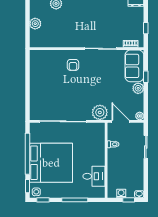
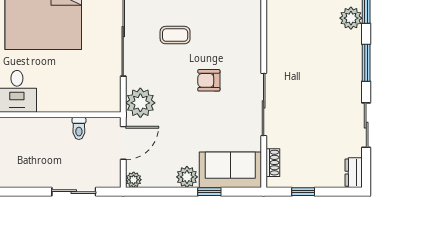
armchair: (73, 65) -> (209, 80), moved
coffee table: (65, 94) -> (175, 35), added

